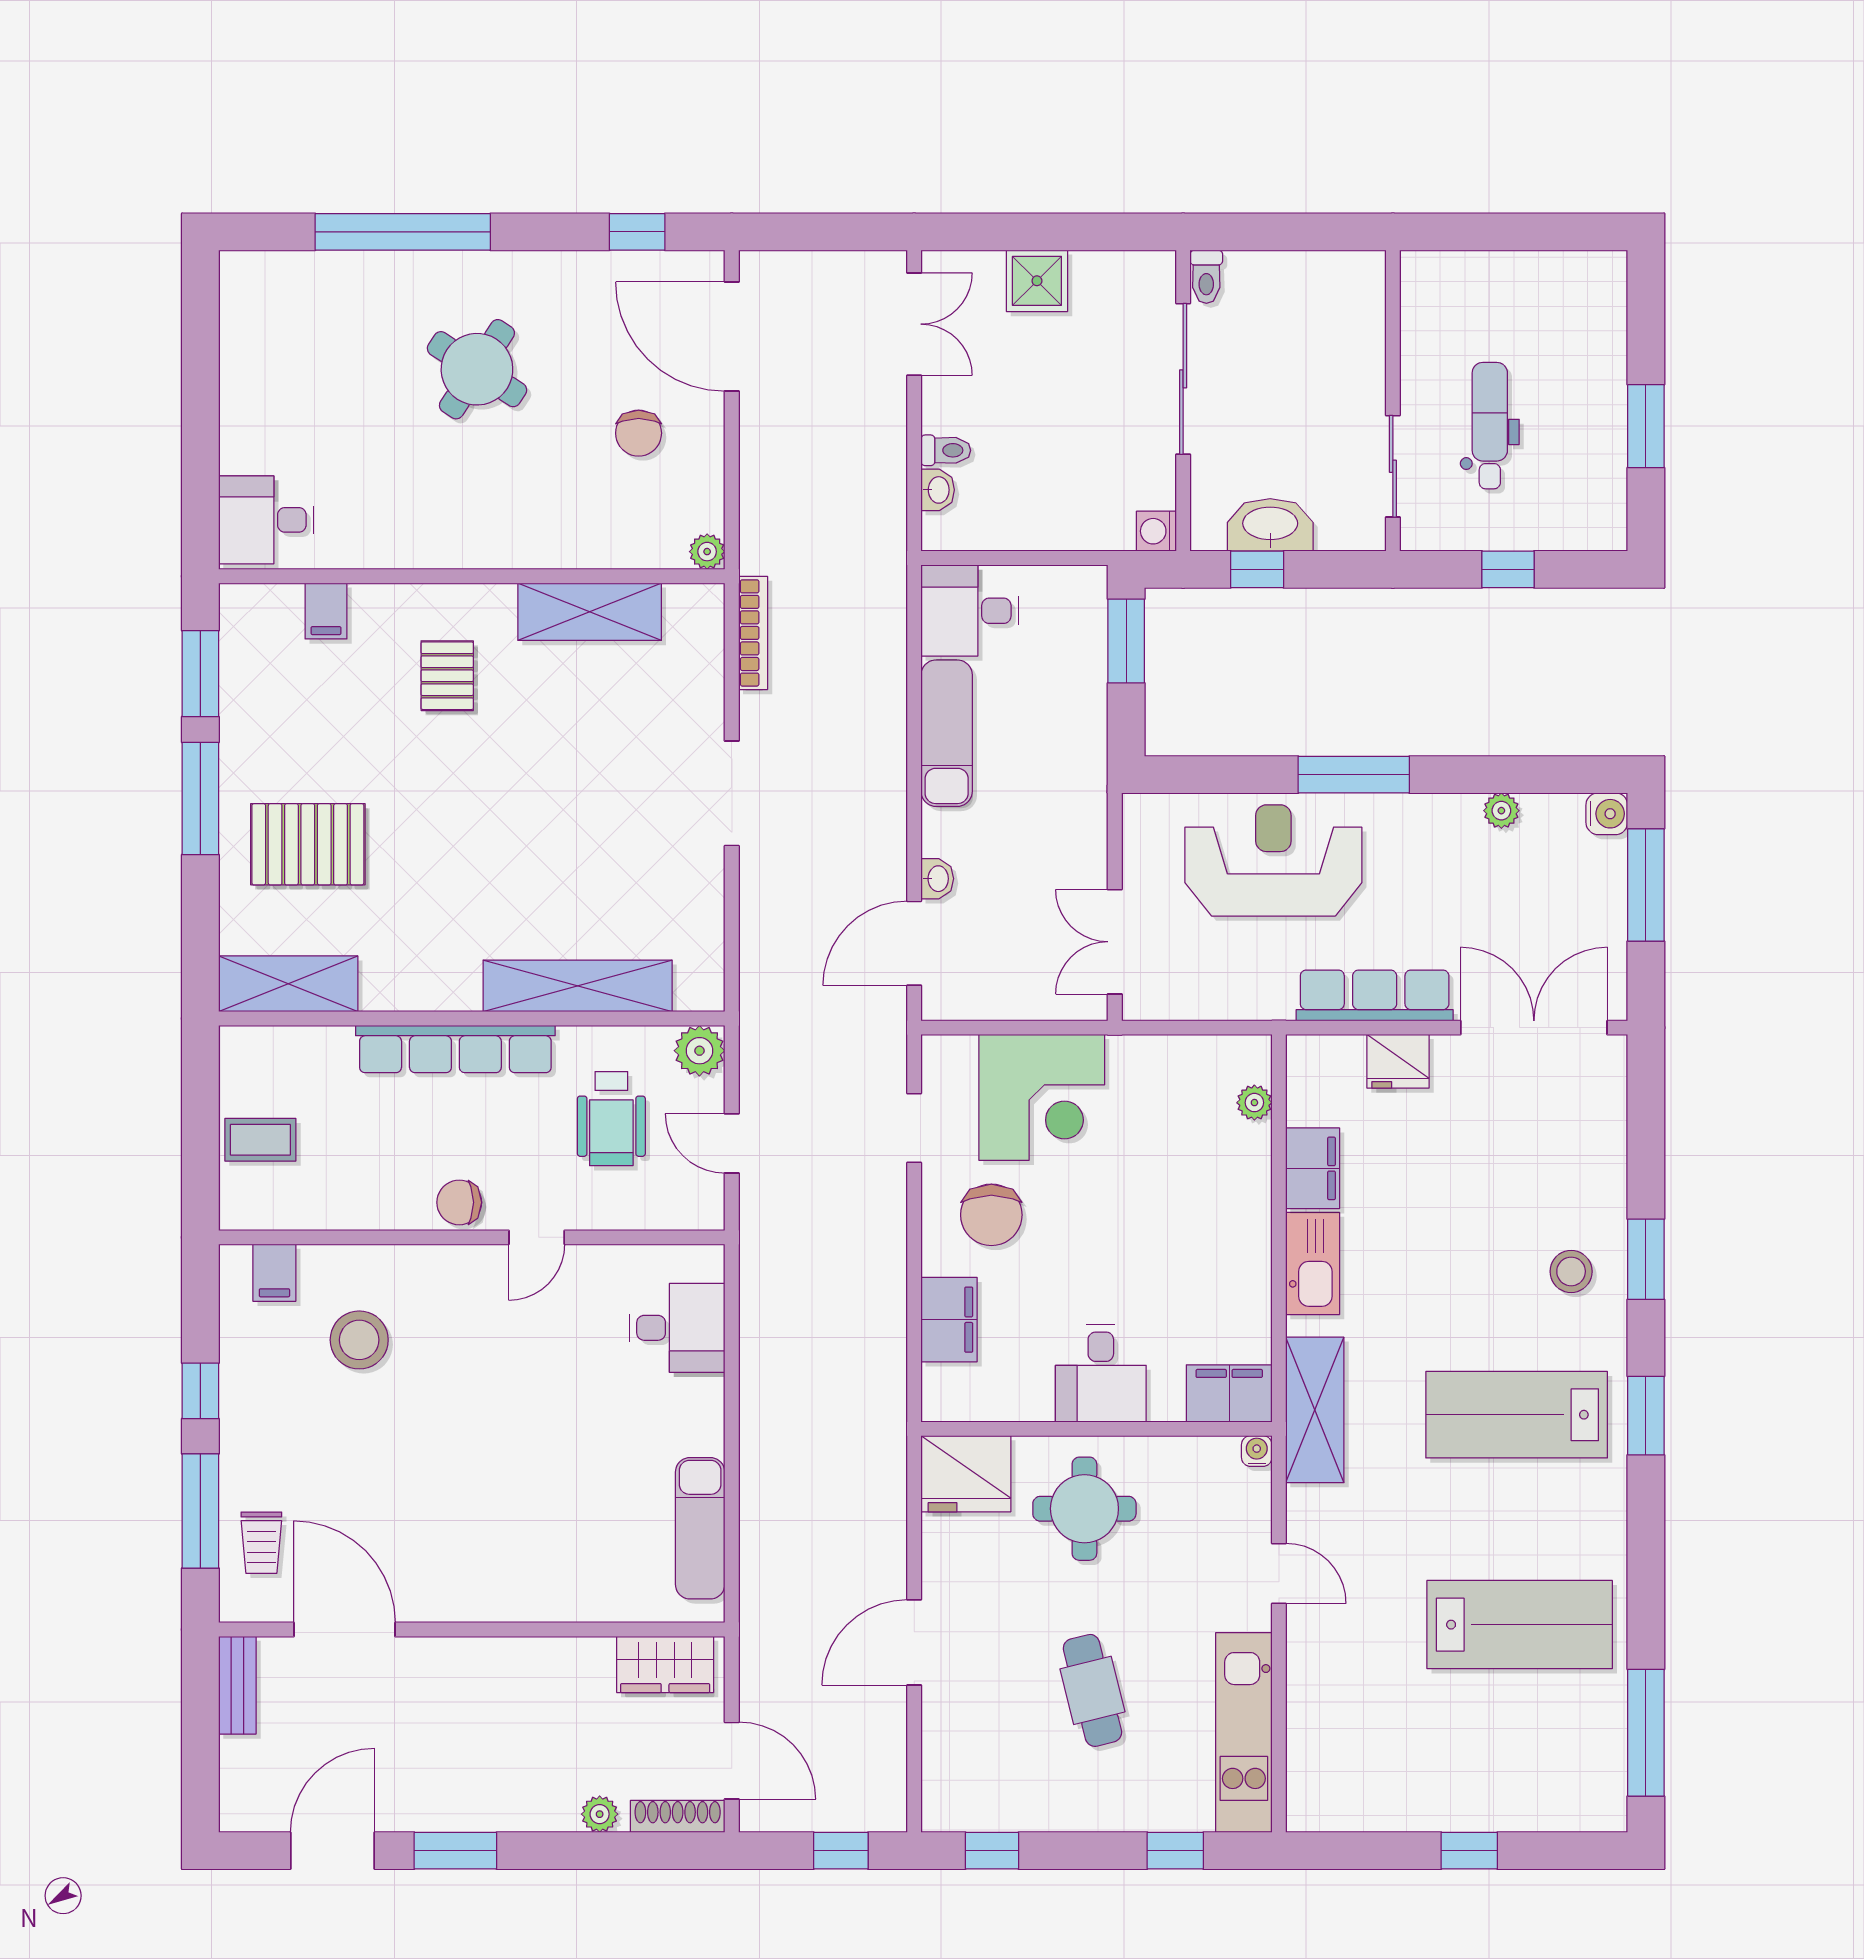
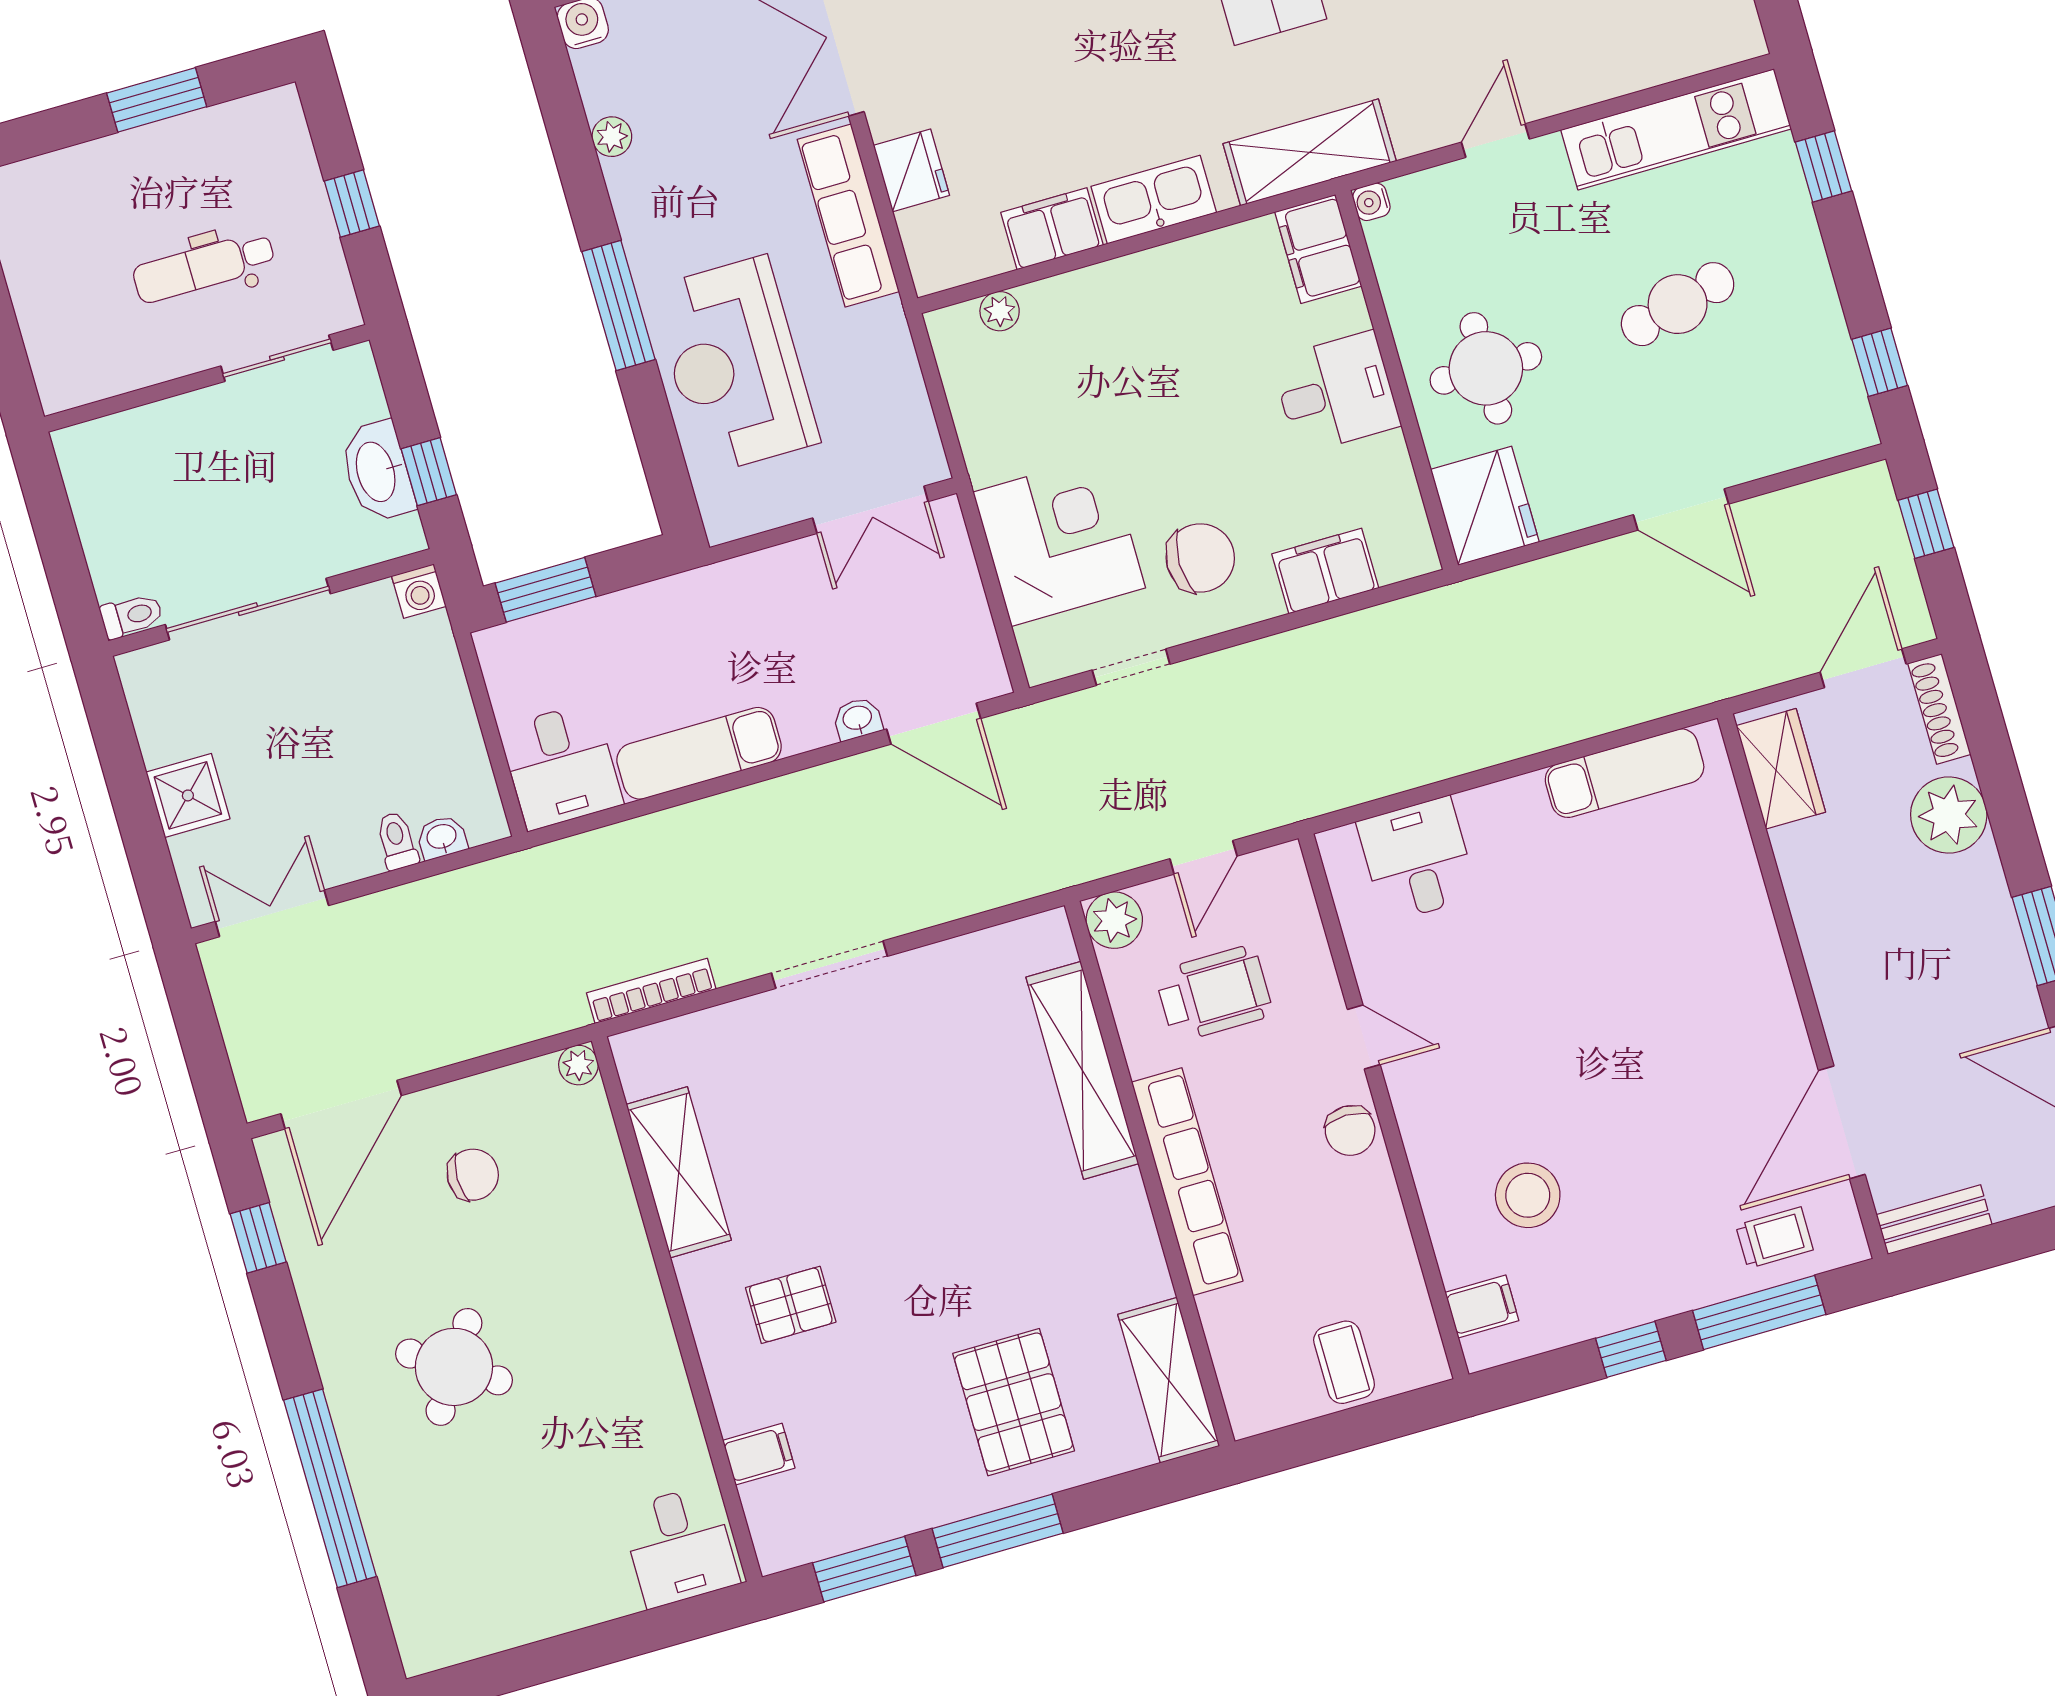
plant: (600, 1814) -> (1949, 815), width x1.88, depth x1.88

